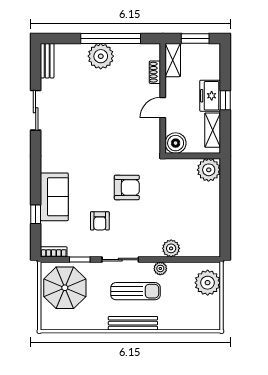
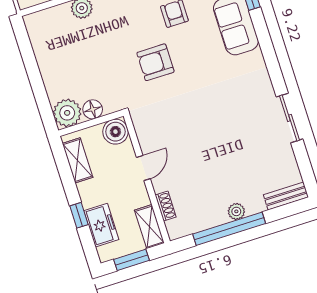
plant: (101, 56) -> (236, 211), width x0.53, depth x0.53
bench: (47, 61) -> (286, 196), moved, turned 90
freezer: (210, 96) -> (101, 225), moved
window: (225, 100) -> (79, 215), moved
floor lamp: (188, 166) -> (93, 109), added

